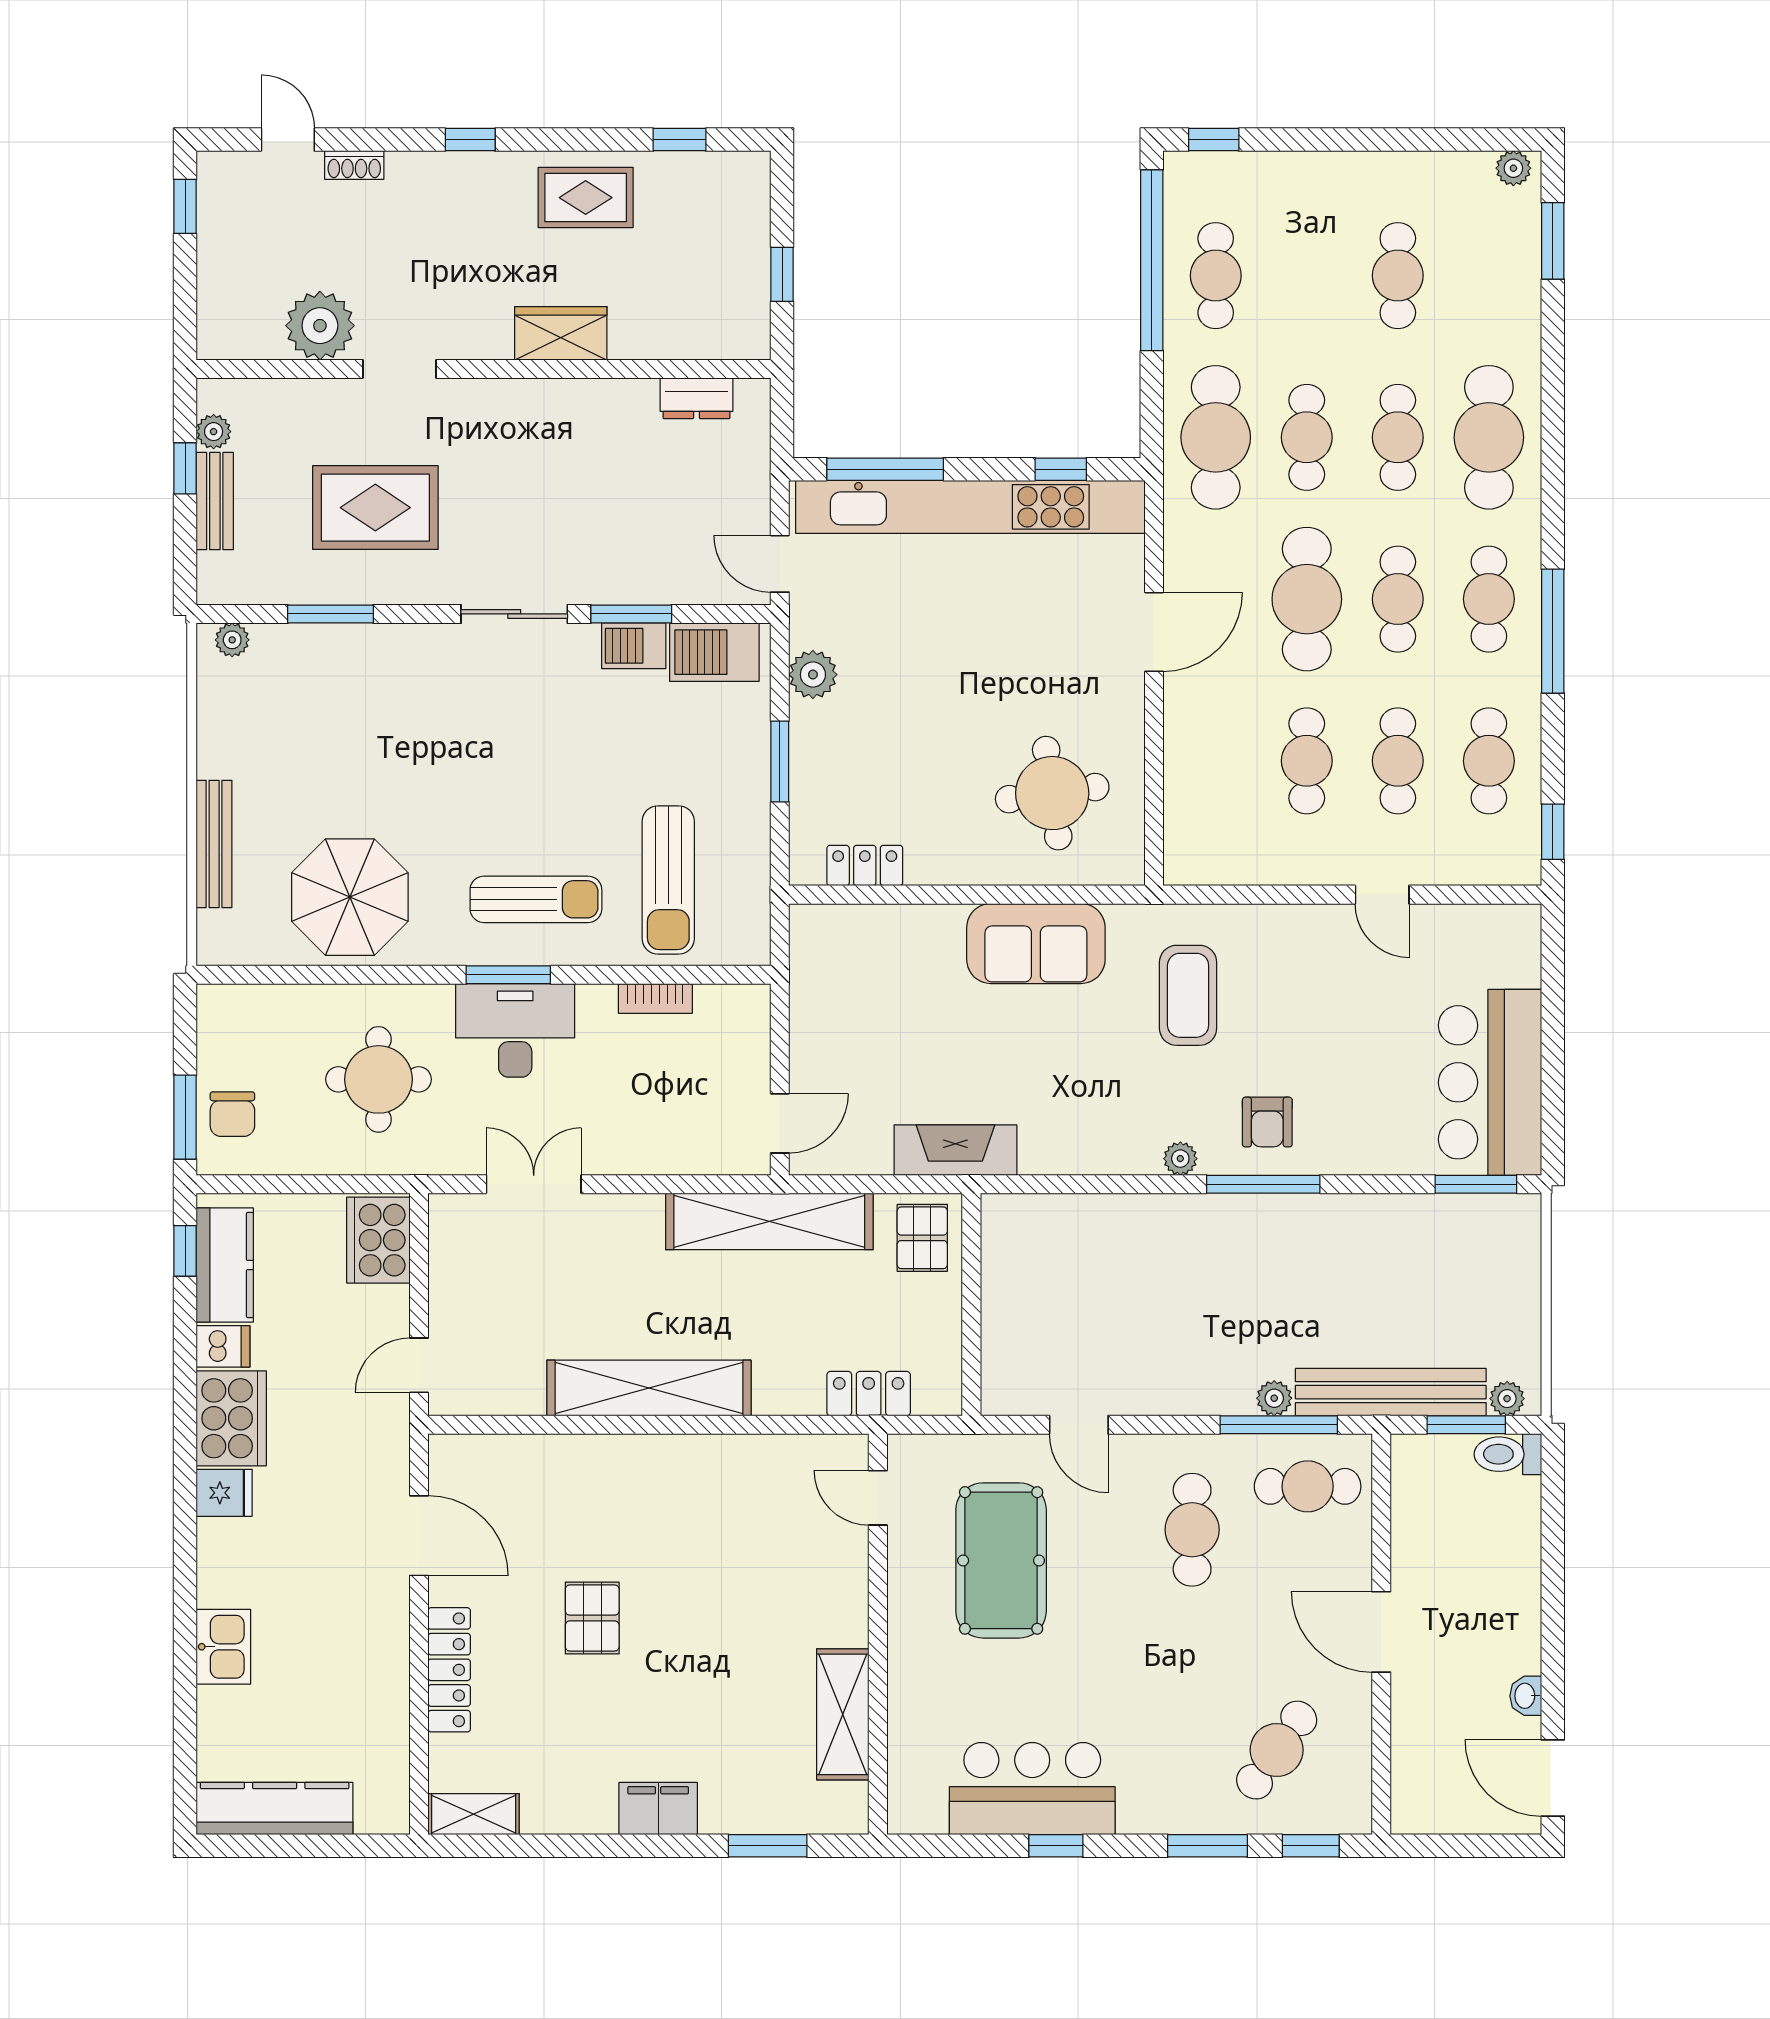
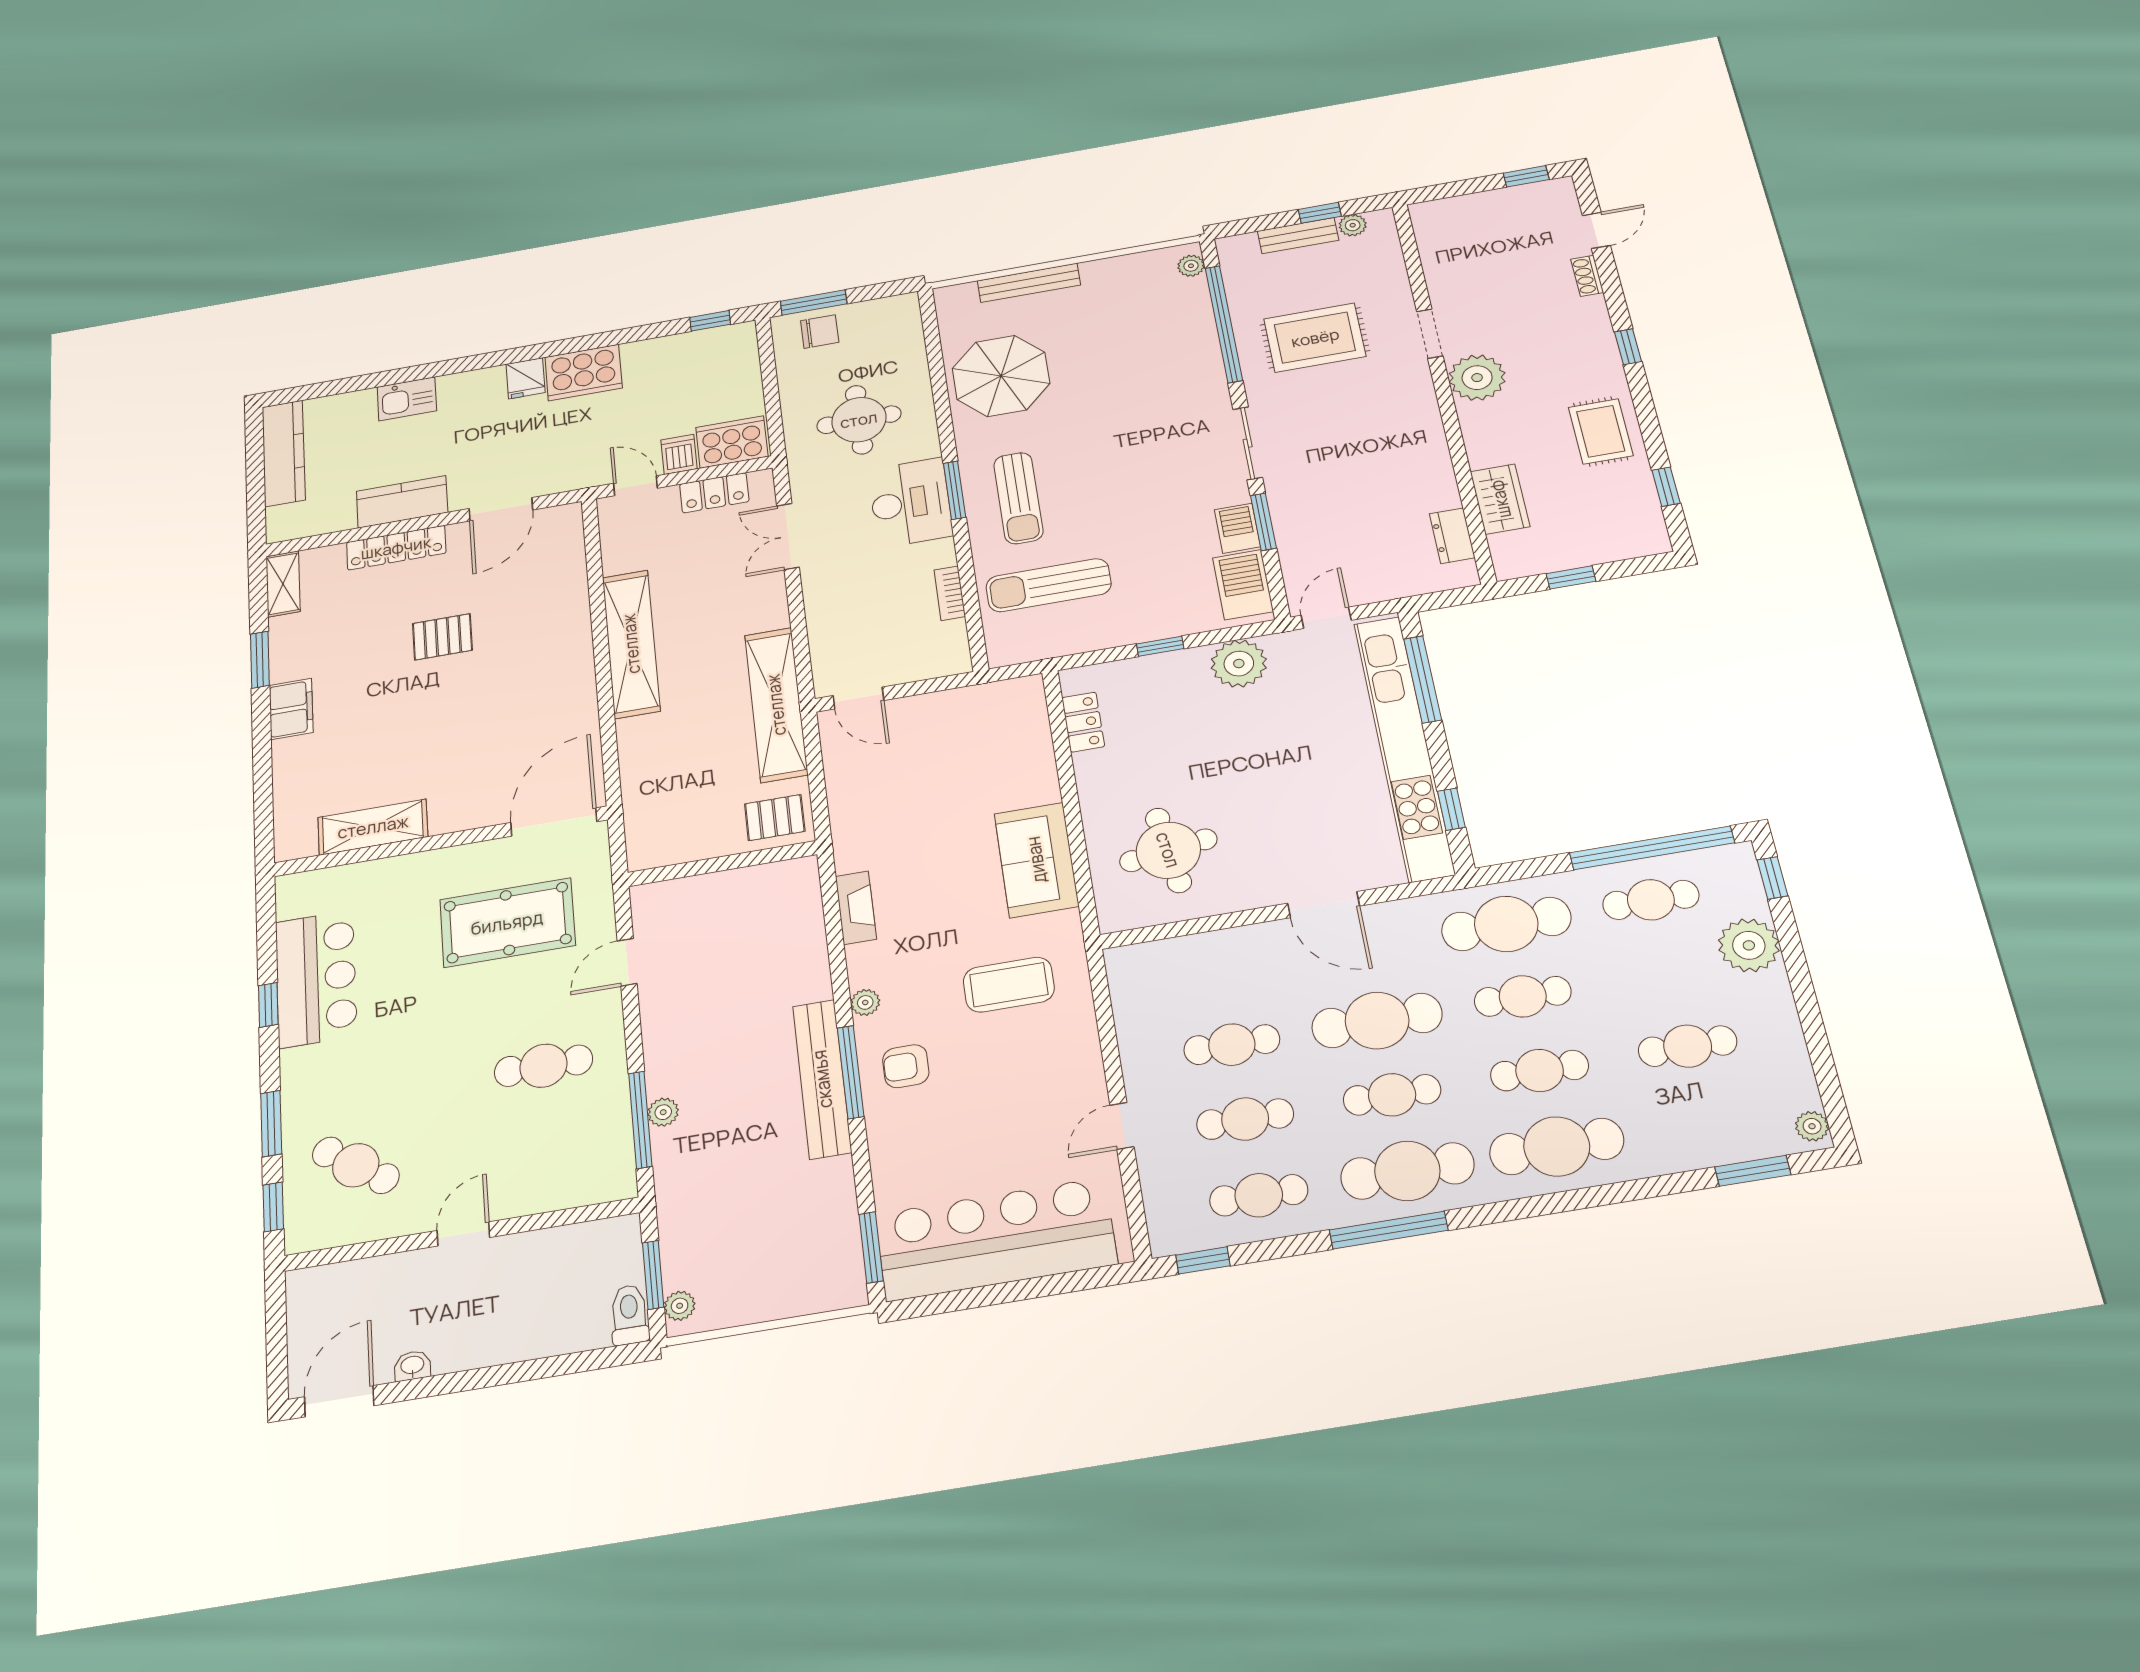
plant: (1291, 184) -> (1749, 945), added
plant: (320, 326) -> (1477, 378), moved
wardrobe: (561, 333) -> (1500, 499), moved
rug: (375, 508) -> (1315, 338), turned 90
cafe table: (1489, 599) -> (1407, 1171), width x1.37, depth x1.35
window: (330, 614) -> (1224, 324), width x2.11
plant: (813, 675) -> (1239, 664), width x1.36, depth x1.36
window: (780, 762) -> (1160, 646), width x0.67
bar counter: (1490, 1082) -> (996, 1239), width x1.36
chair: (232, 1114) -> (820, 332), turned 180
fireplace: (955, 1150) -> (856, 908), moved, width x0.73, depth x0.76
double door: (534, 1184) -> (788, 537), swing flipped
kitchen counter: (225, 1265) -> (402, 502), moved, turned 180
dishwasher: (223, 1346) -> (679, 454), moved, turned 180
bench: (1391, 1392) -> (822, 1079), moved
locker: (869, 1394) -> (714, 493), moved, turned 90
cafe table: (1308, 1486) -> (588, 1152), removed
door: (878, 1498) -> (554, 822), width x1.88
door: (1381, 1632) -> (463, 1234), width x0.73
window: (768, 1846) -> (260, 660), moved

